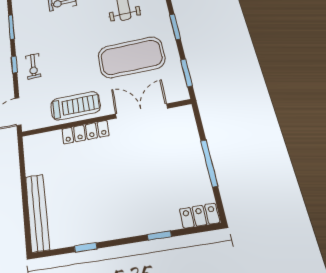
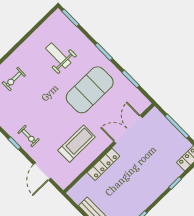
double door: (141, 111) -> (128, 129), moved
wall: (105, 118) -> (109, 148), moved
locker: (85, 132) -> (103, 164), moved

